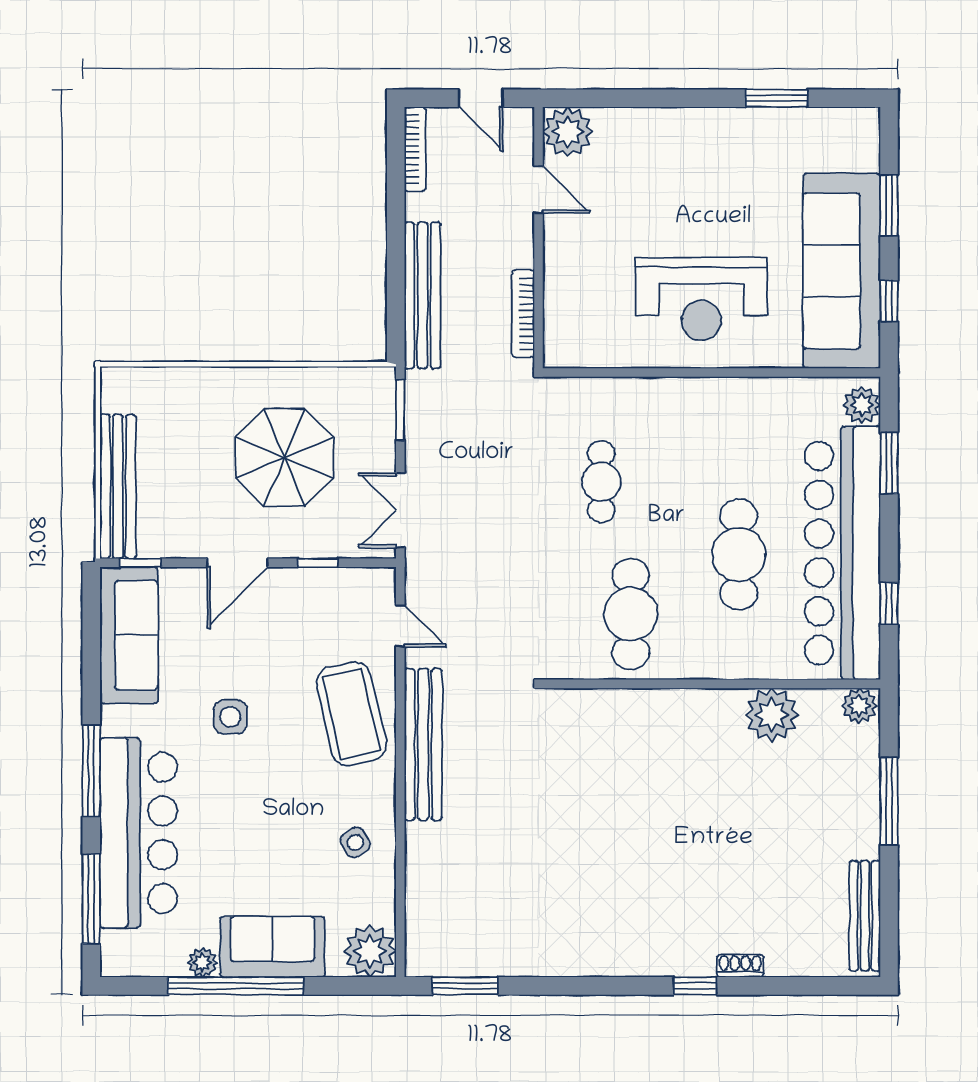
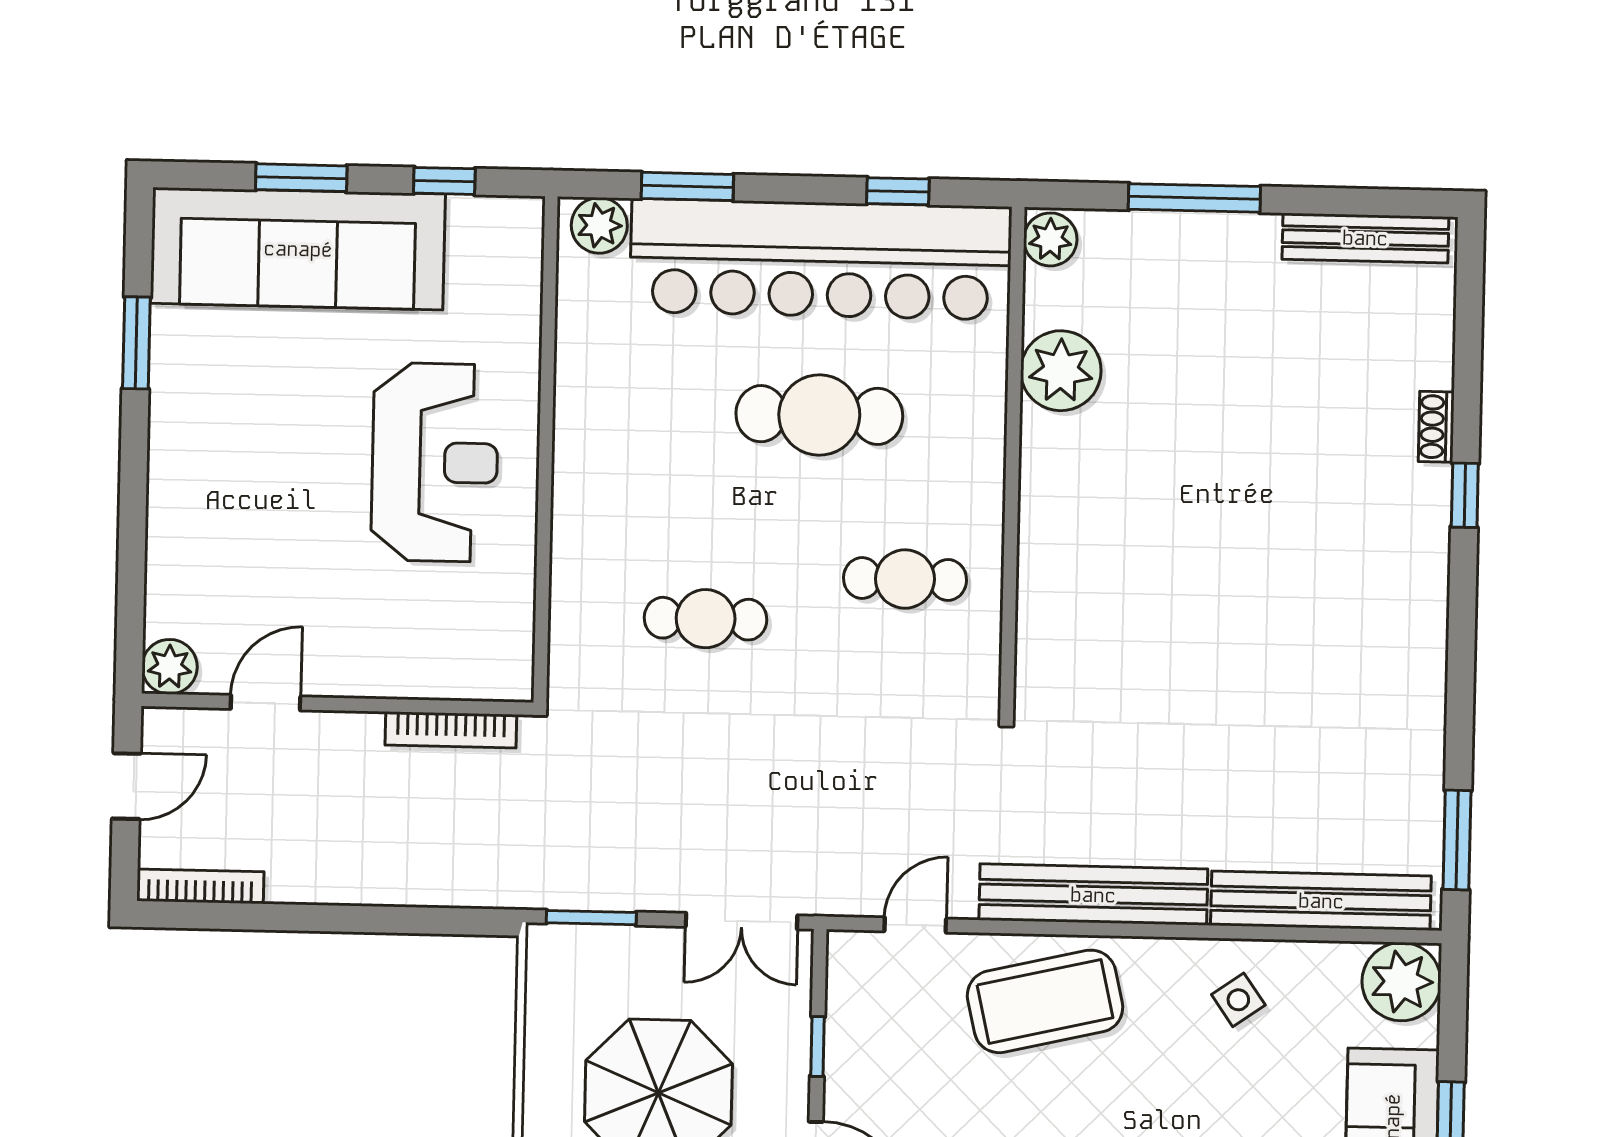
plant: (568, 132) -> (170, 667), width x0.73, depth x0.73
sofa: (842, 271) -> (298, 249), moved
bench: (423, 295) -> (1321, 901), moved
cafe table: (631, 614) -> (905, 579), width x0.73, depth x0.74

